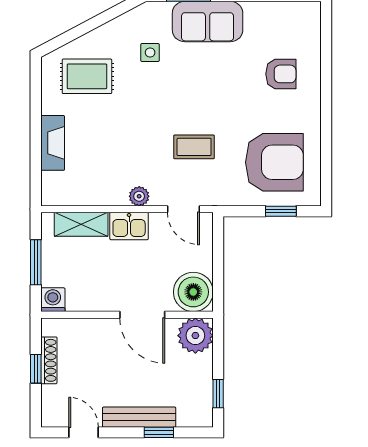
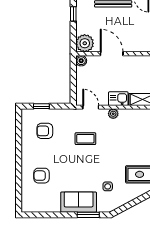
armchair: (274, 162) -> (45, 131), width x0.53, depth x0.53
boiler: (193, 292) -> (81, 61), width x0.54, depth x0.54

